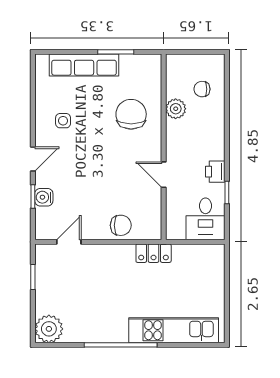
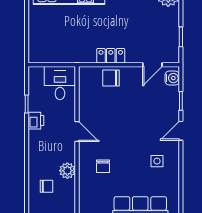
chair: (131, 114) -> (103, 166), width x0.54, depth x0.54
door: (164, 175) -> (77, 131), moved
water cooler: (44, 197) -> (172, 78), moved
desk: (206, 219) -> (60, 83), moved
locker: (154, 253) -> (111, 56), moved

